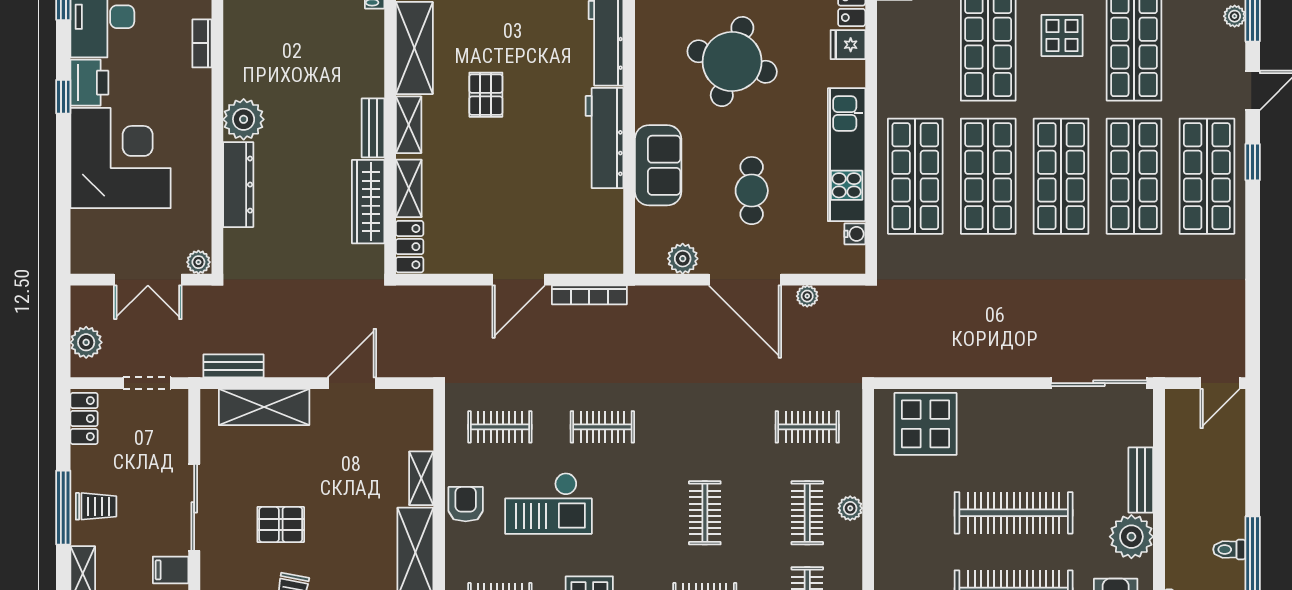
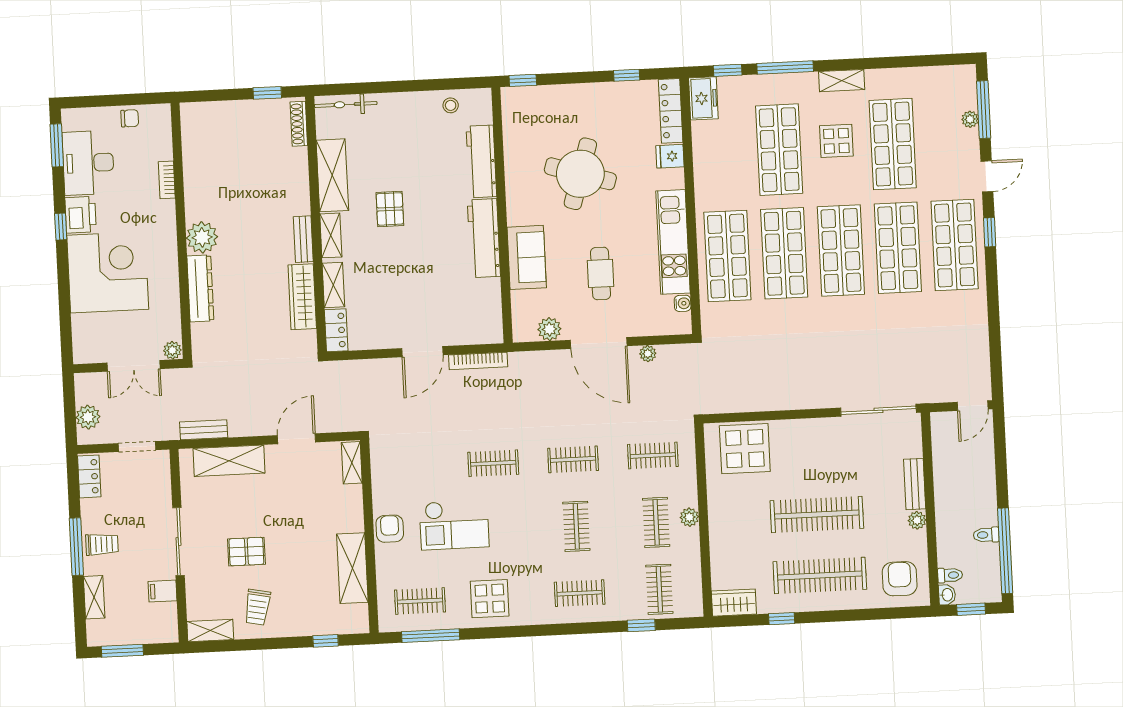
clothes rail: (500, 427) -> (573, 459), moved
shelving: (421, 478) -> (352, 463), moved
plant: (1131, 537) -> (917, 520), width x0.53, depth x0.53

